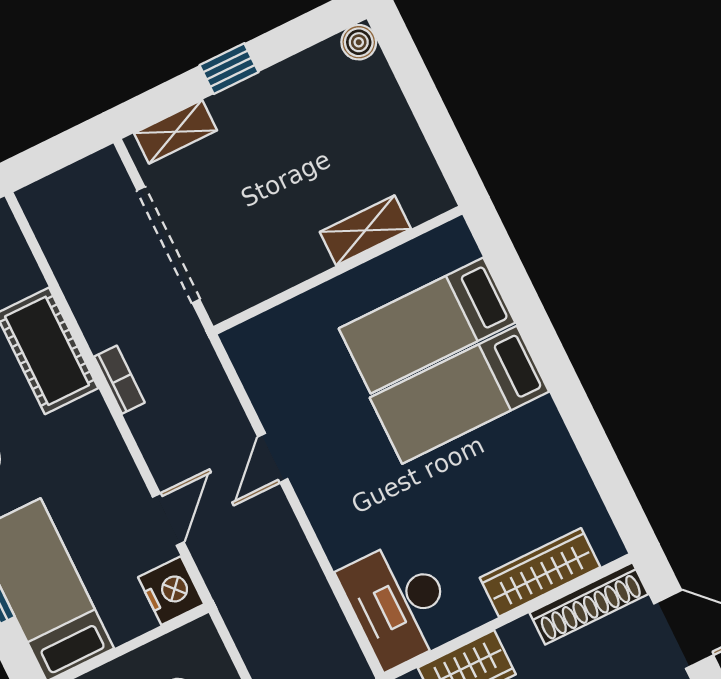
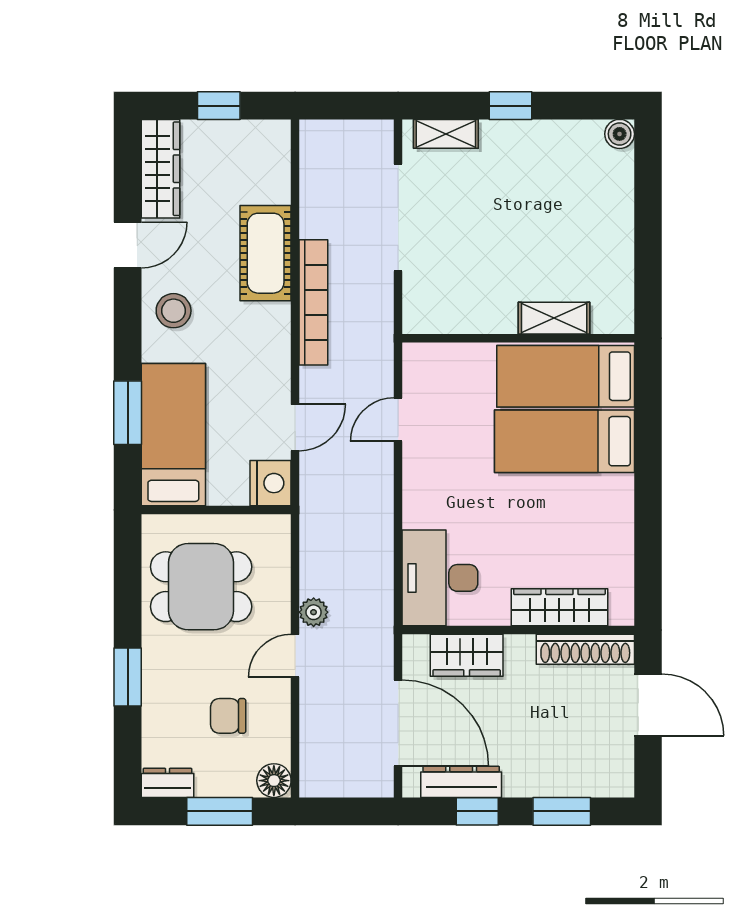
shelving: (365, 230) -> (554, 318), moved
wall: (338, 270) -> (518, 338), moved
bookcase: (119, 380) -> (313, 302), width x2.31, depth x1.31

